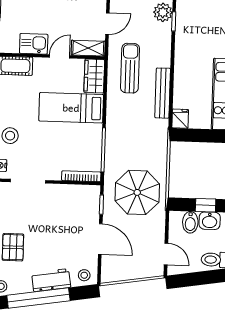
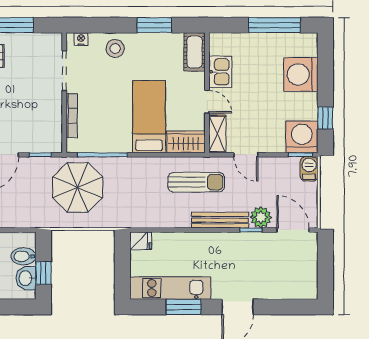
bench: (163, 93) -> (220, 220), moved
bookcase: (81, 176) -> (72, 116), moved
parasol: (137, 192) -> (78, 187), moved

